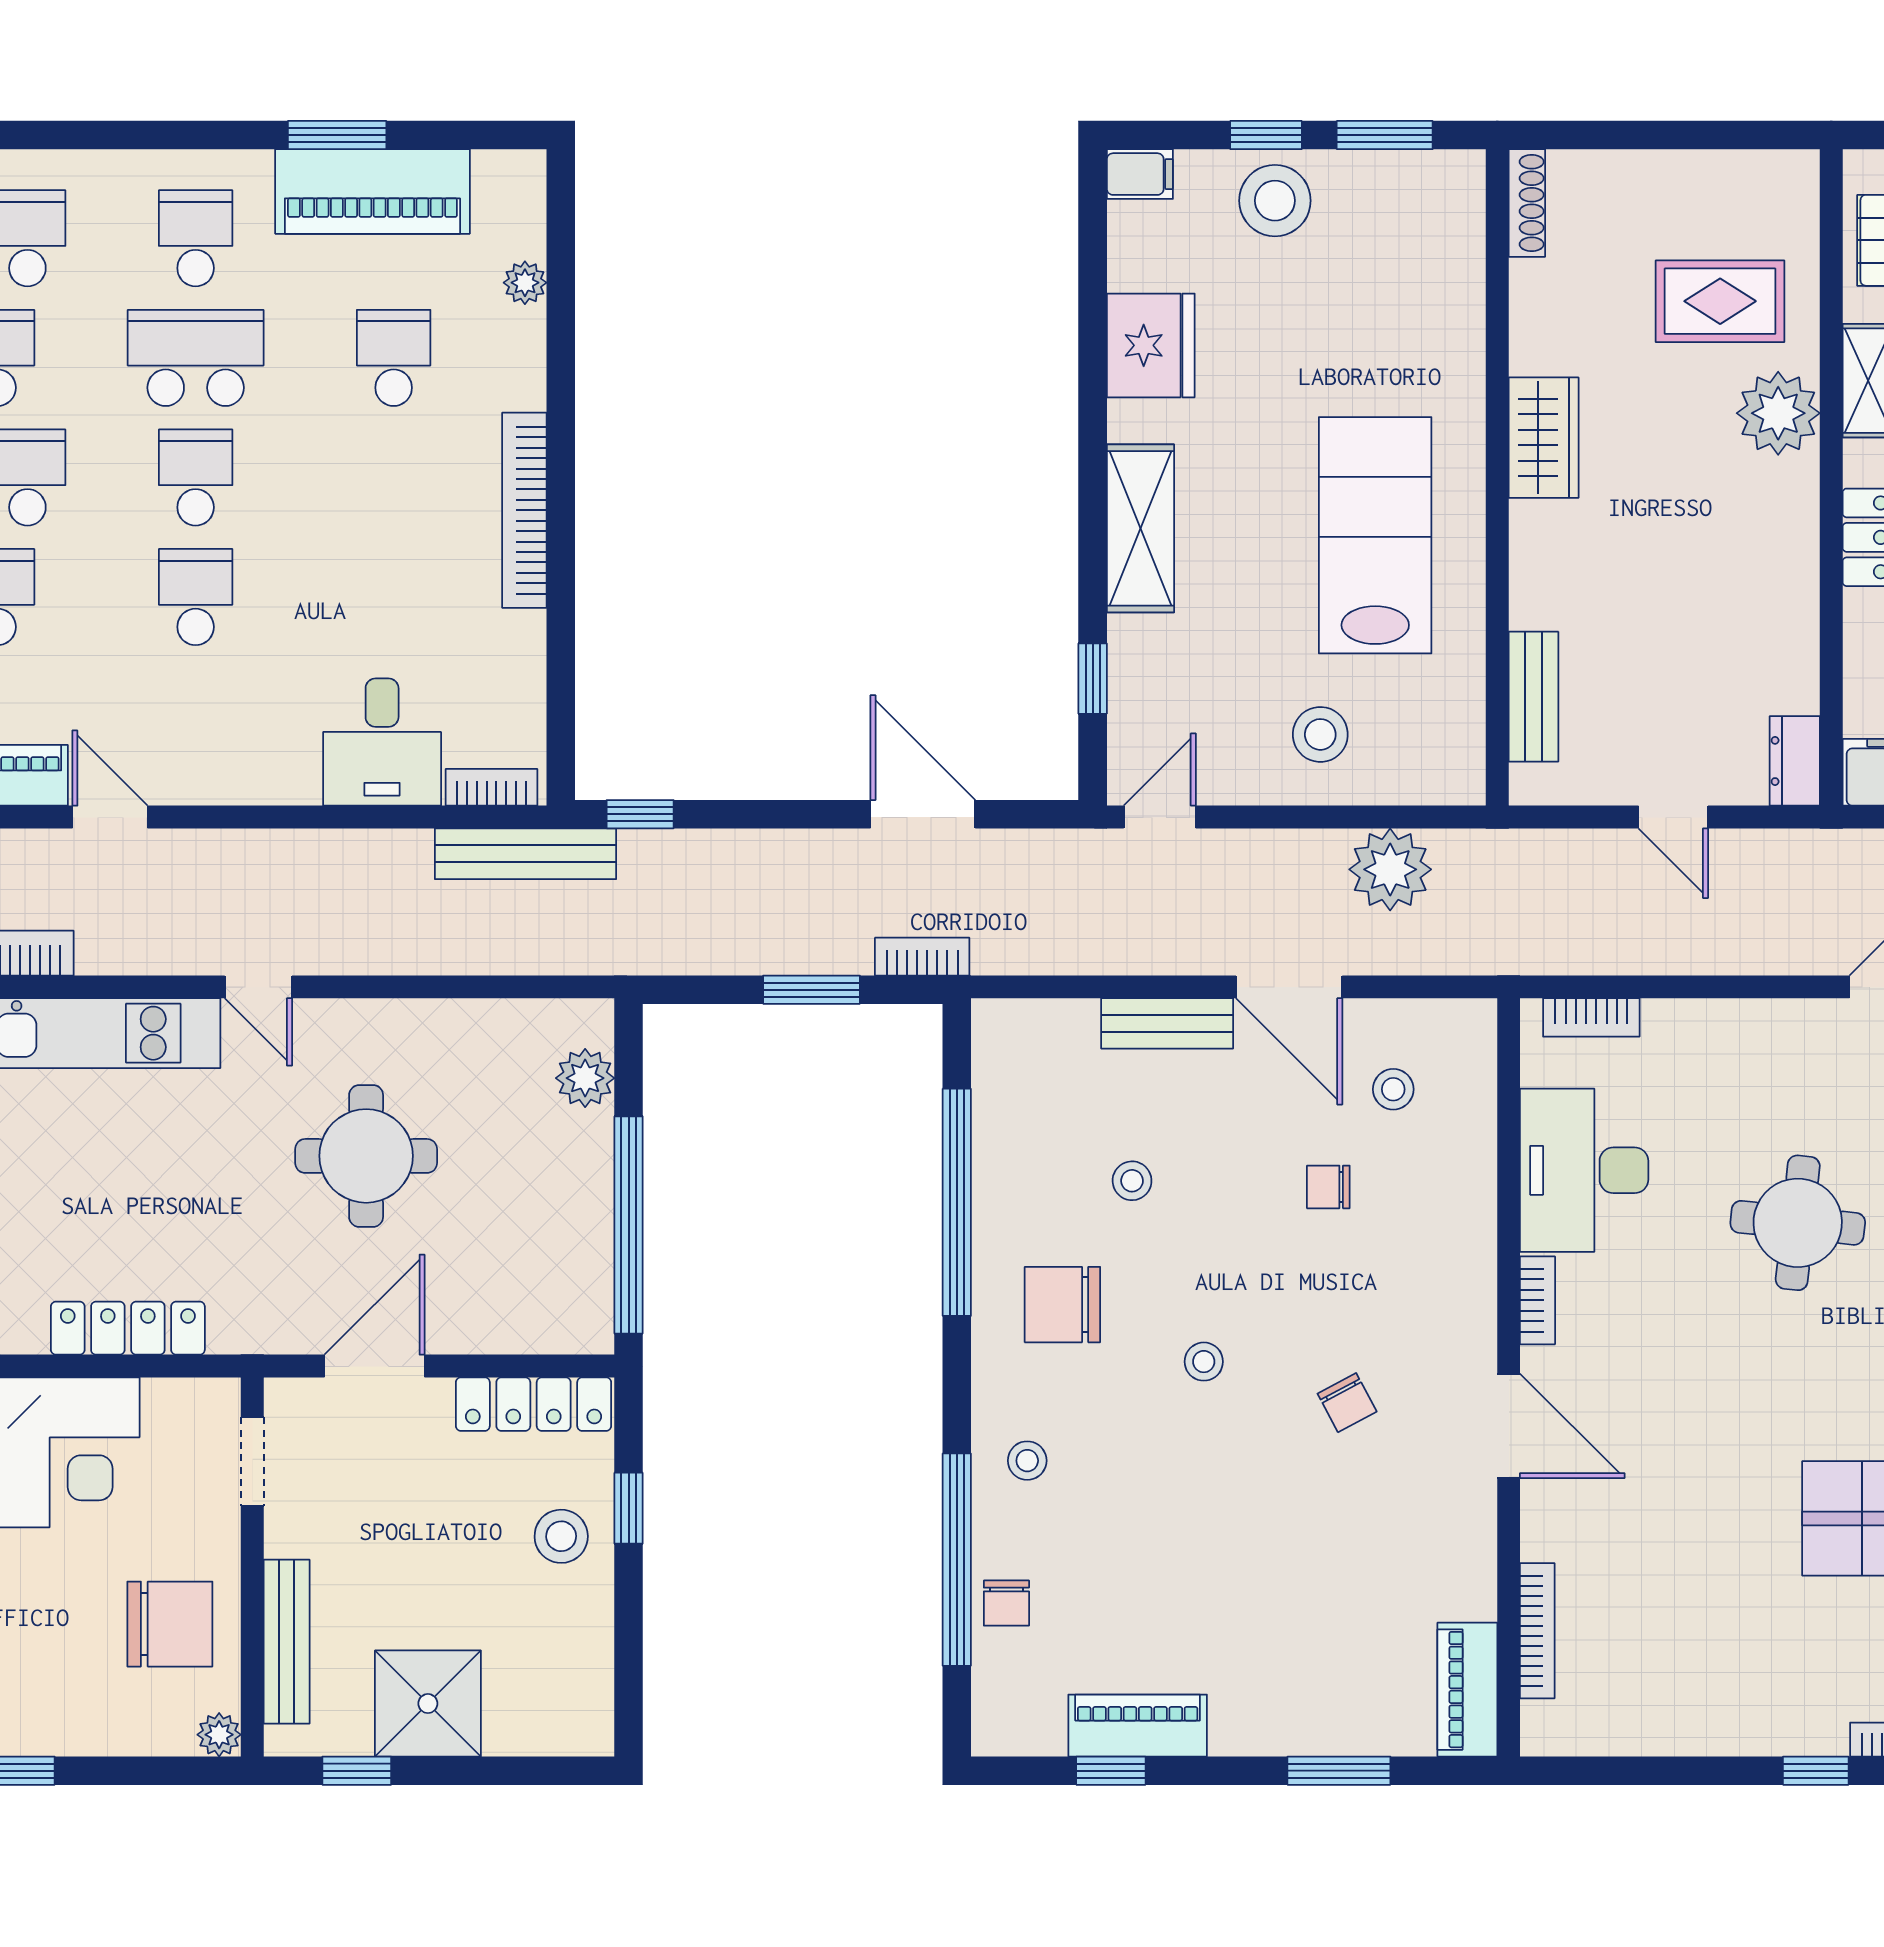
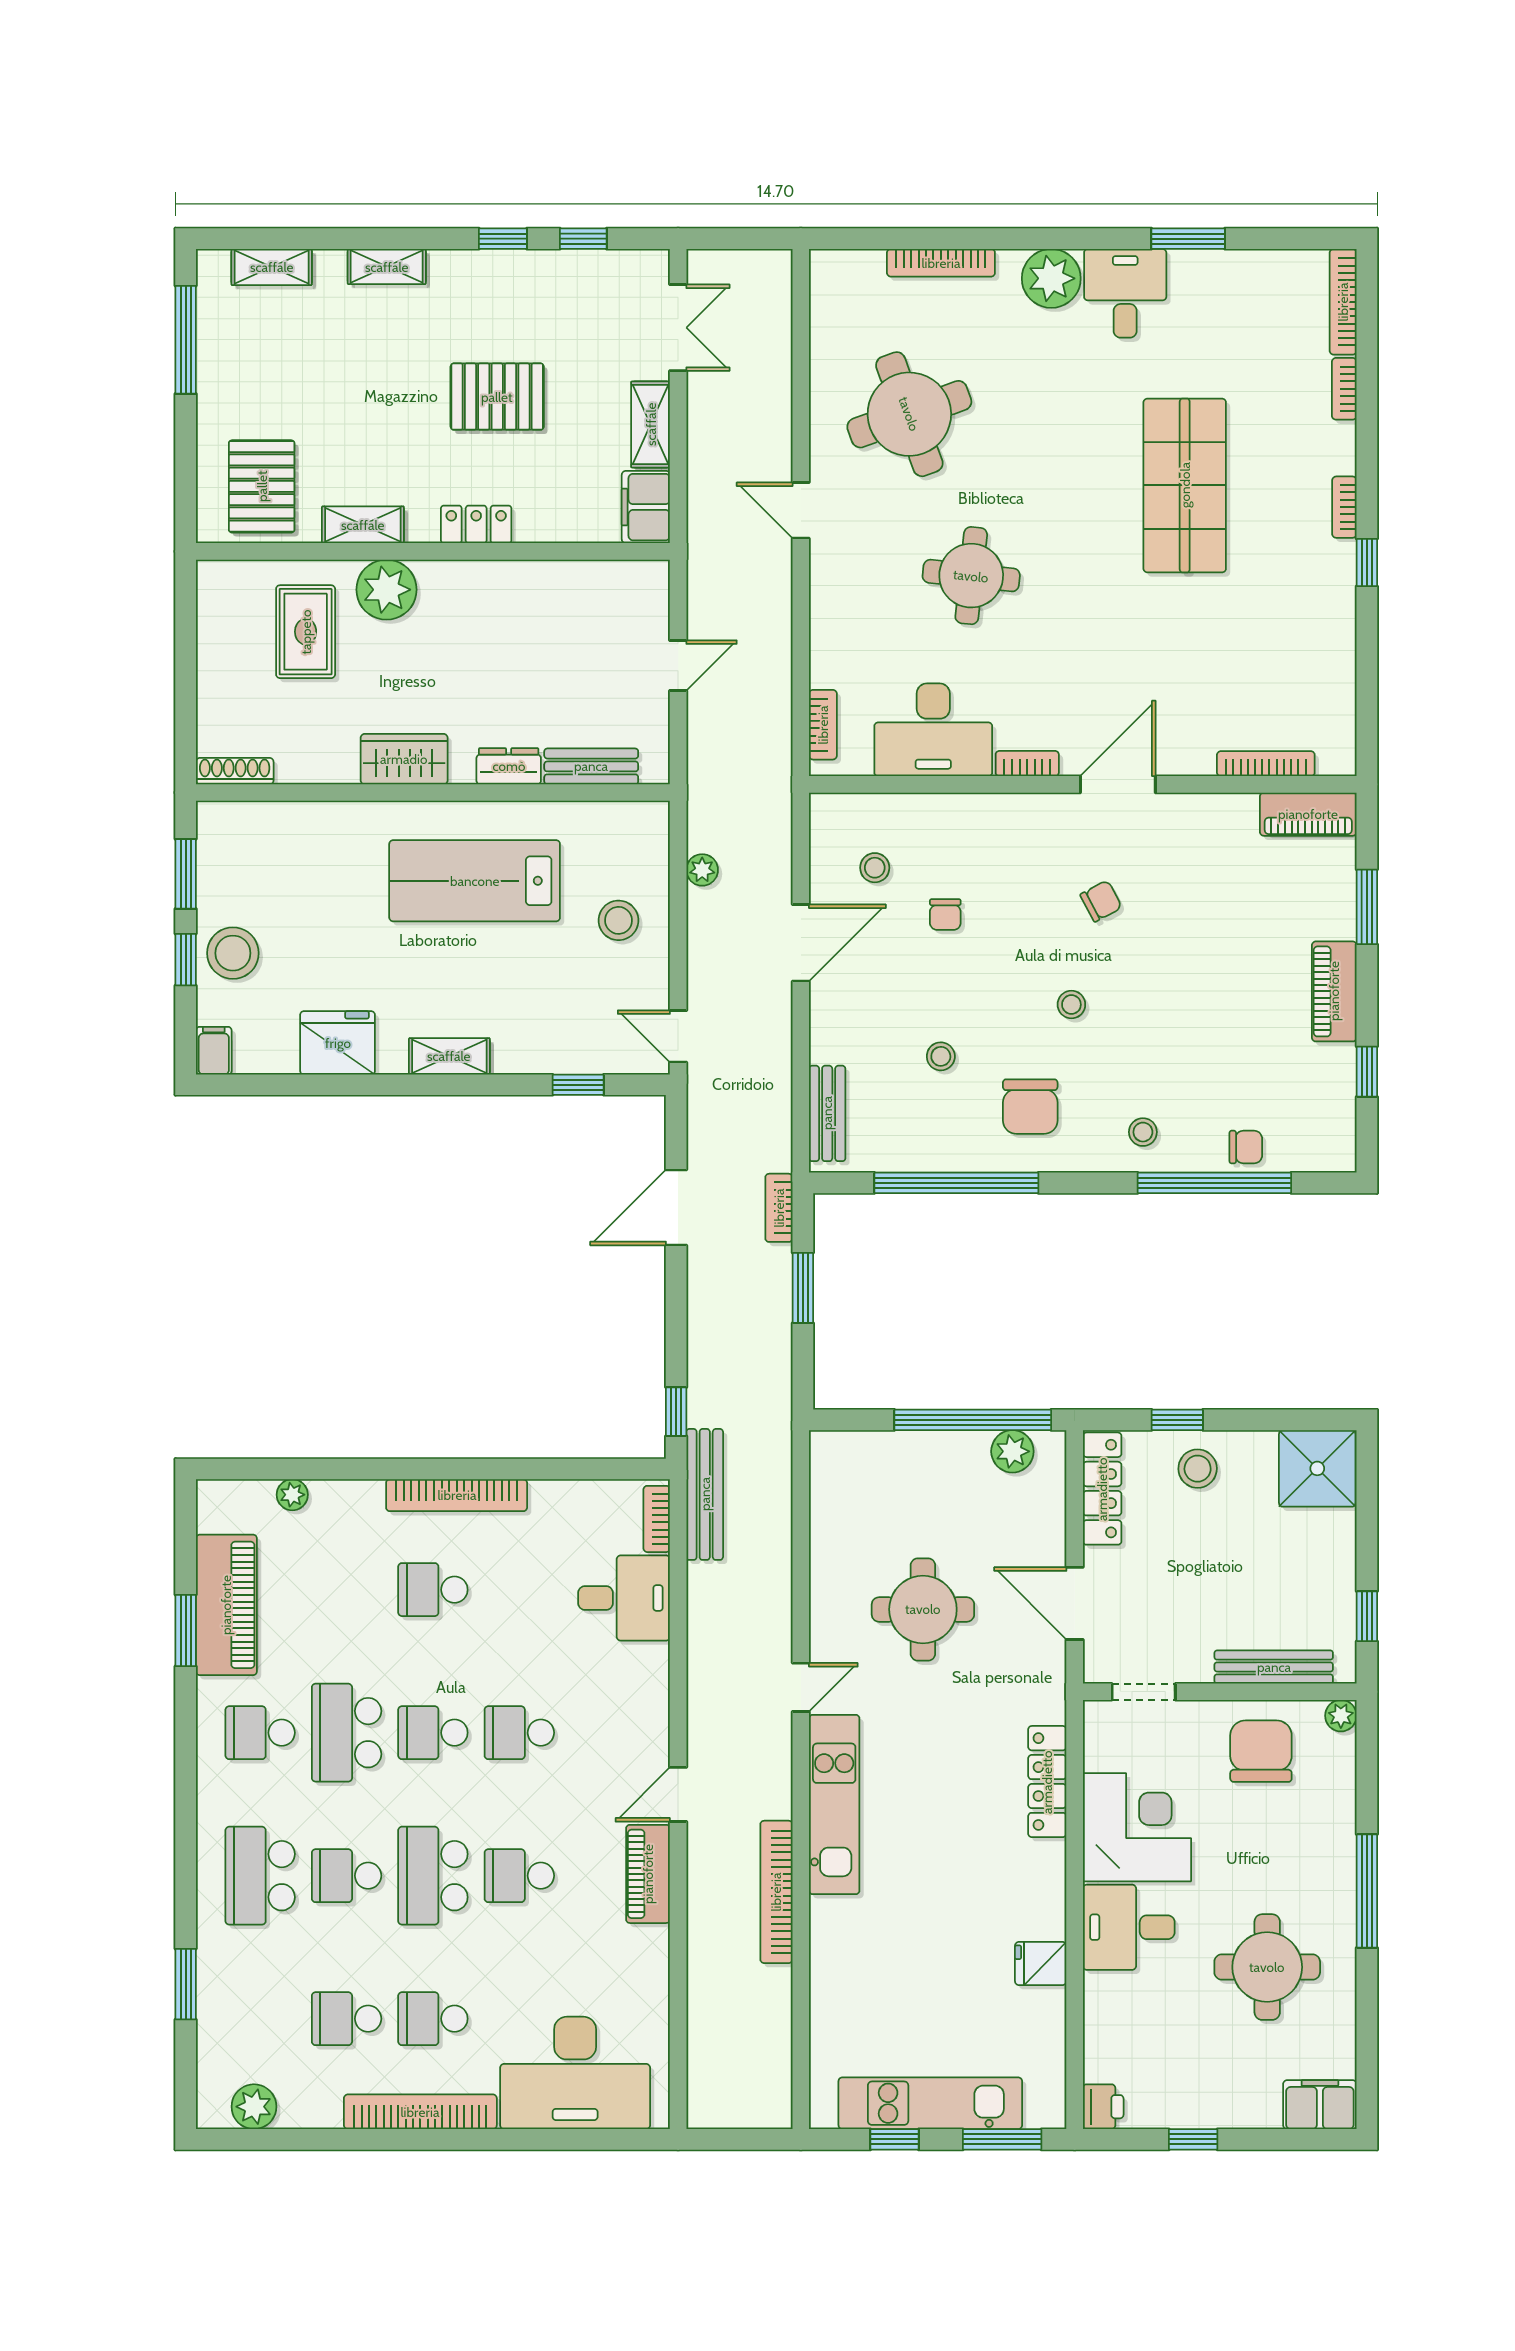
school desk: (394, 358) -> (433, 1590), moved
shelving: (1140, 528) -> (449, 1056), width x0.67, depth x0.75
dresser: (1795, 761) -> (509, 766), moved, turned 180
plant: (1390, 869) -> (702, 870), width x0.53, depth x0.53
bench: (1167, 1023) -> (827, 1113), moved
plant: (585, 1078) -> (1012, 1451), moved
shower: (428, 1704) -> (1317, 1468), moved
piano: (1138, 1726) -> (1334, 991), moved

